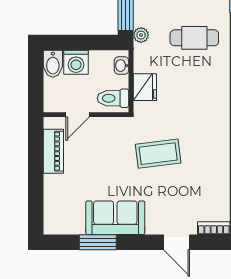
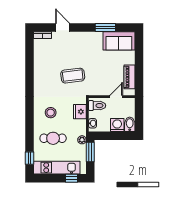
stool: (199, 85) -> (51, 113), added
sofa: (115, 218) -> (119, 41), moved

